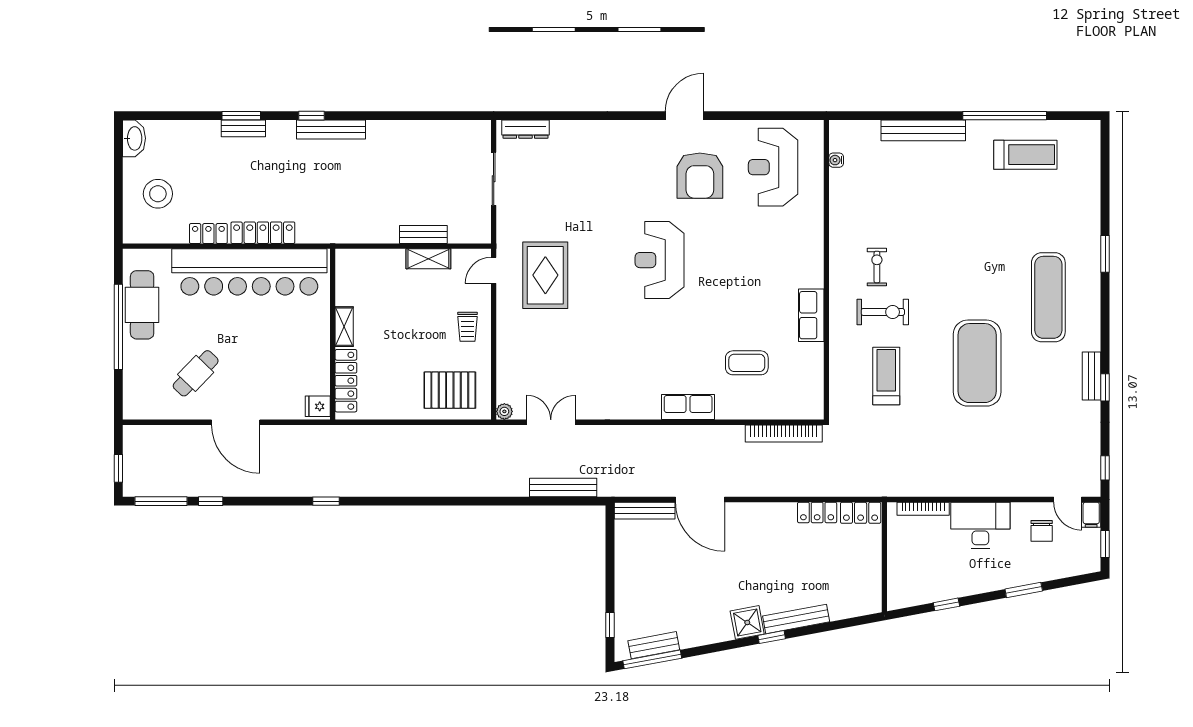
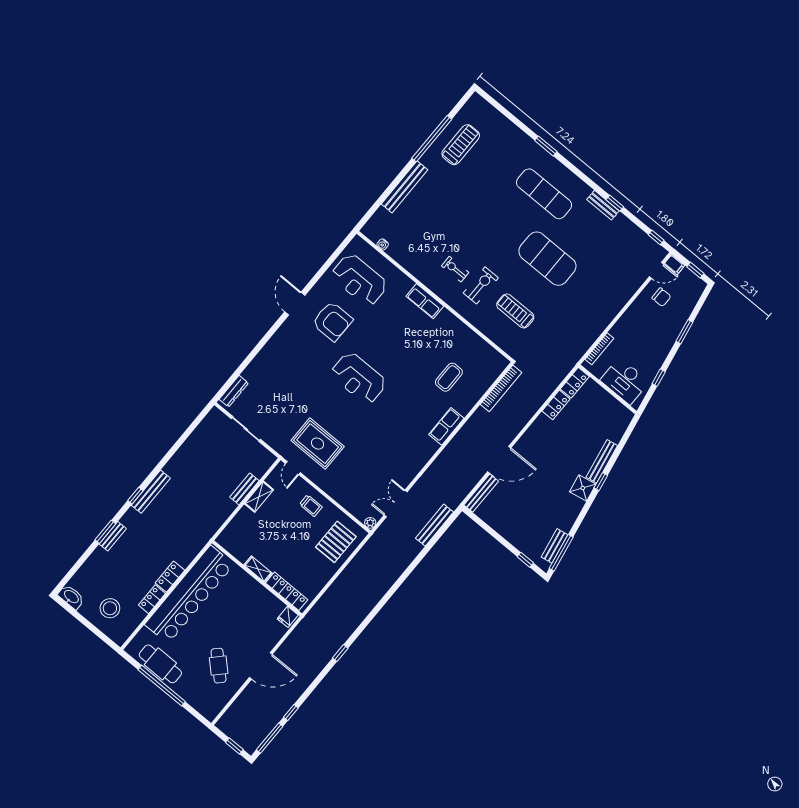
locker: (263, 233) -> (170, 577), width x0.66
row of seats: (811, 315) -> (425, 301), moved
desk: (980, 525) -> (625, 381), moved, turned -90

